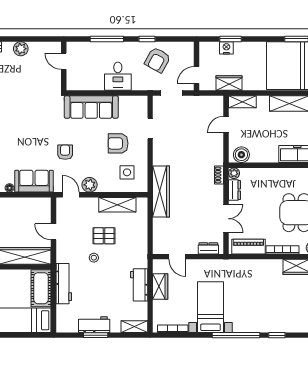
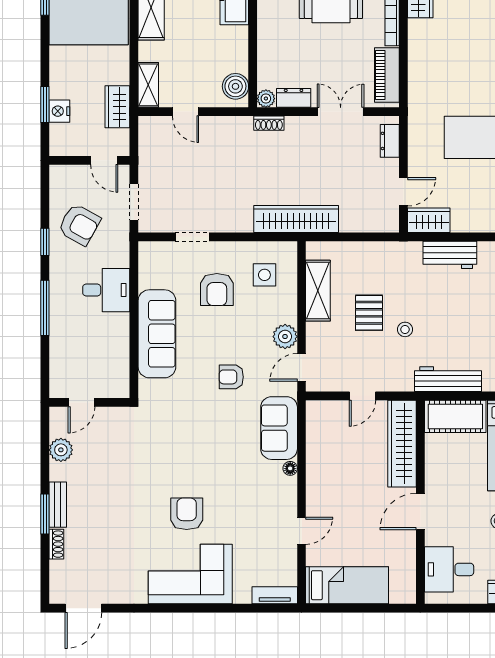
door: (64, 61) -> (82, 402), moved
wall: (64, 66) -> (89, 402), moved
wardrobe: (160, 286) -> (429, 220), moved

